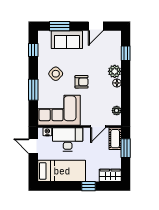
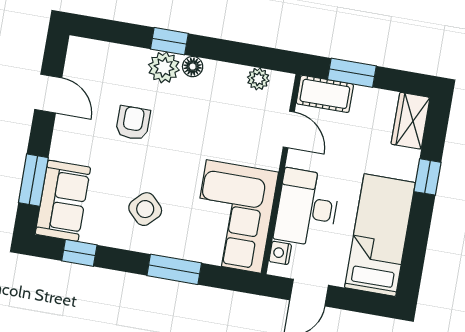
sofa: (67, 40) -> (63, 201), moved
window: (126, 53) -> (169, 41), moved
armchair: (82, 82) -> (133, 123), moved

